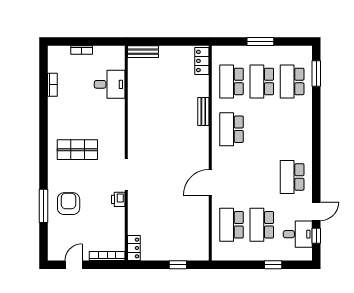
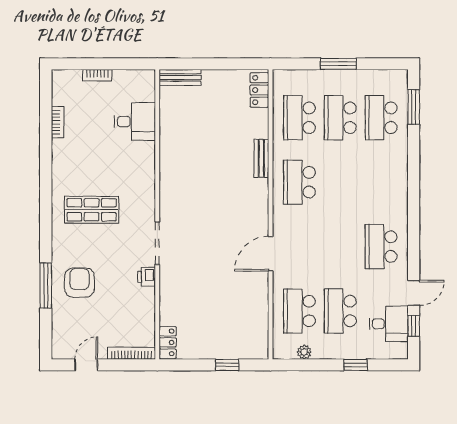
plant: (235, 255) -> (304, 352), added

